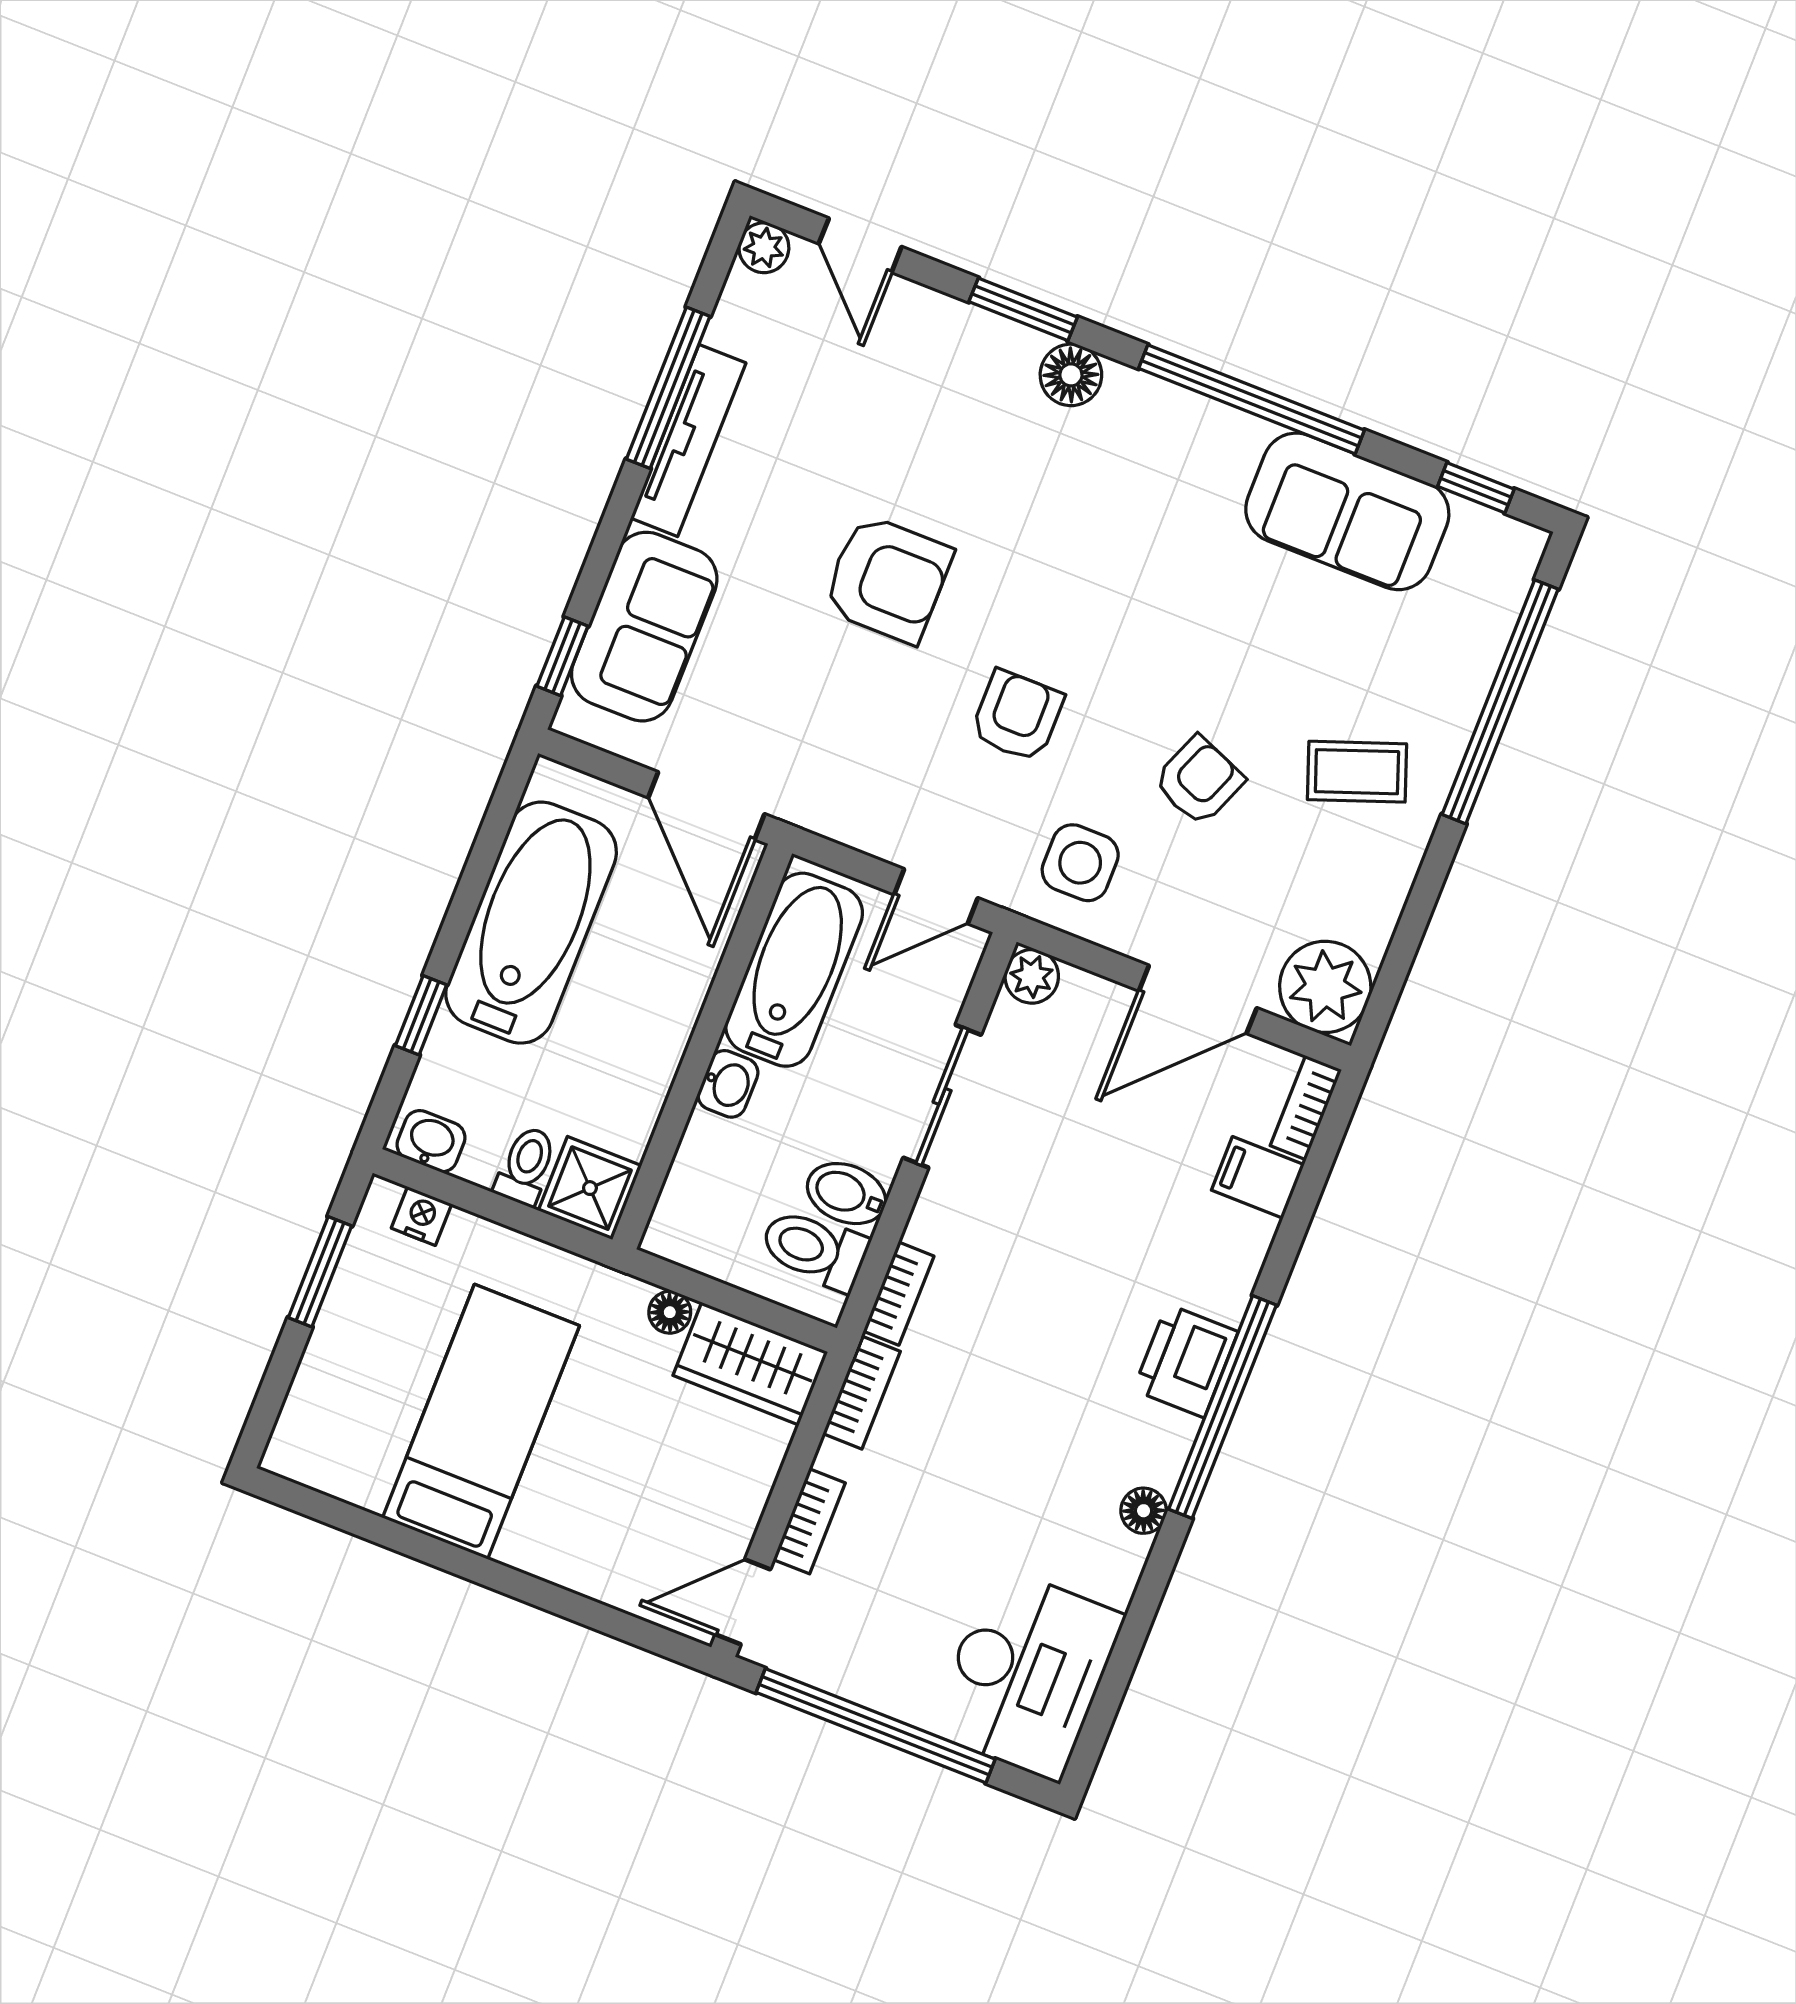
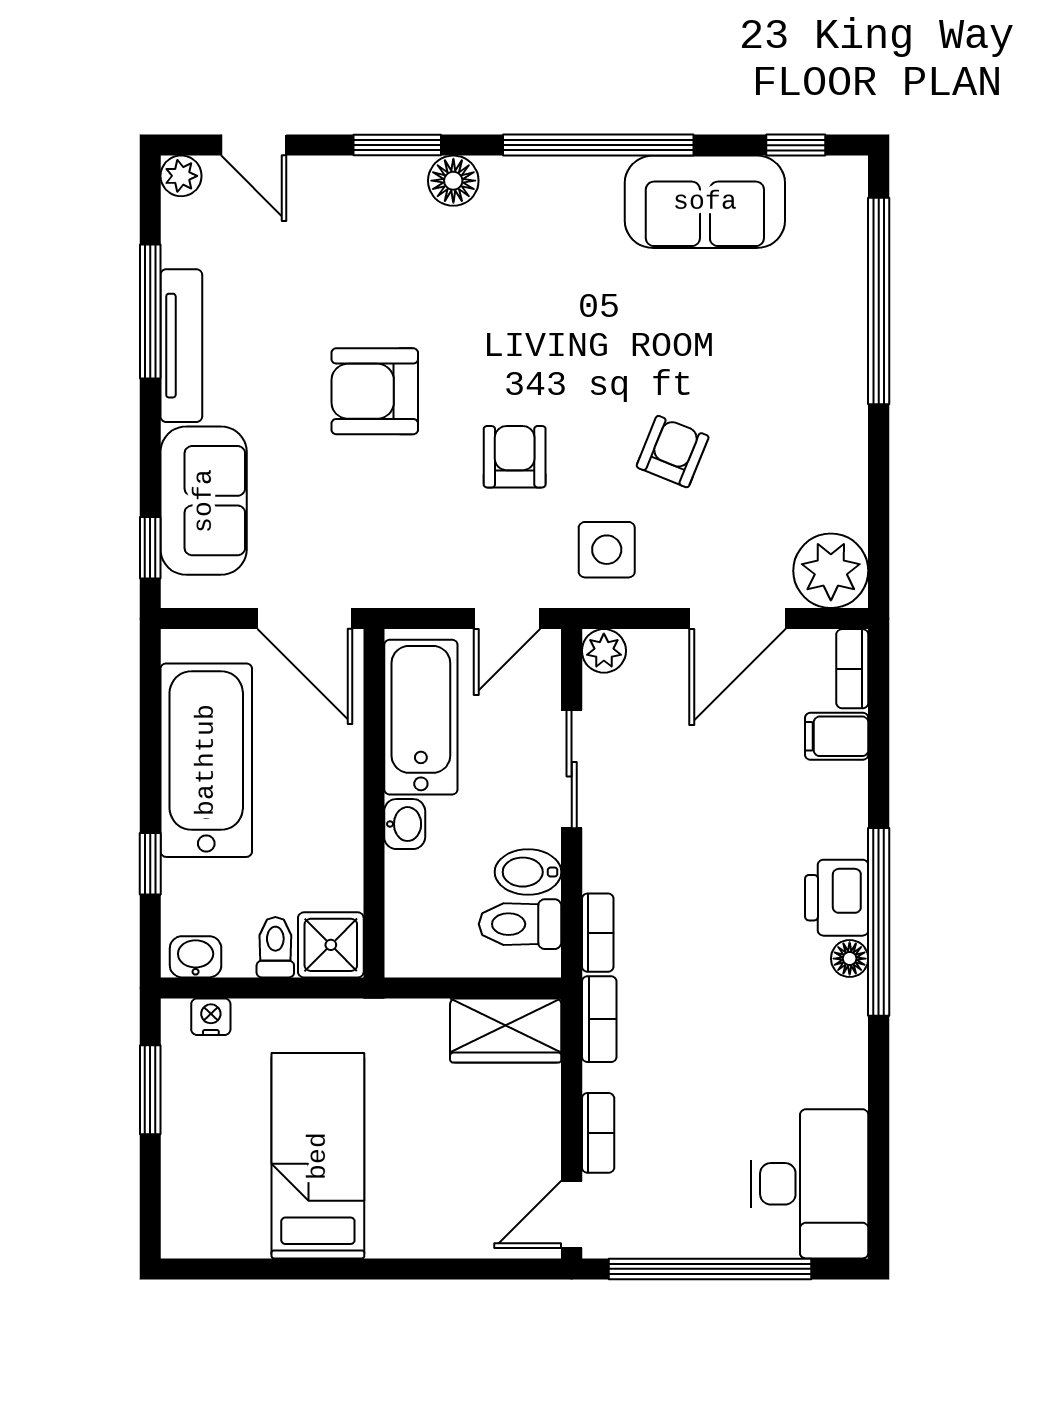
armchair: (888, 579) -> (375, 391), turned 180
coffee table: (1357, 772) -> (790, 397), removed
floor lamp: (670, 1312) -> (429, 1016), removed
floor lamp: (1144, 1511) -> (850, 959), moved

